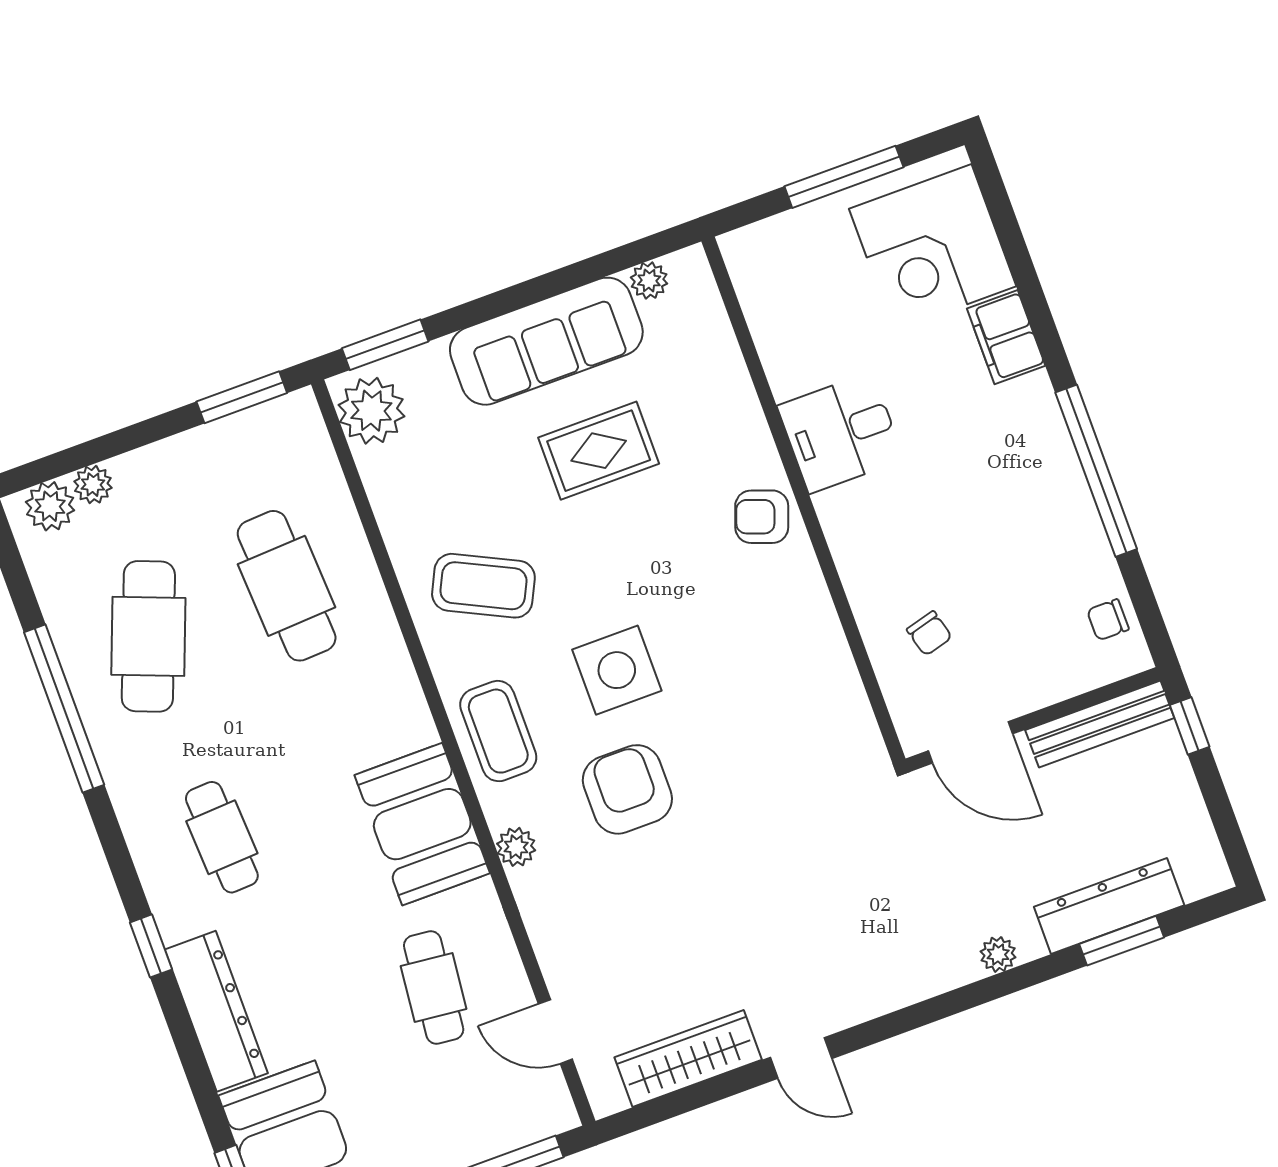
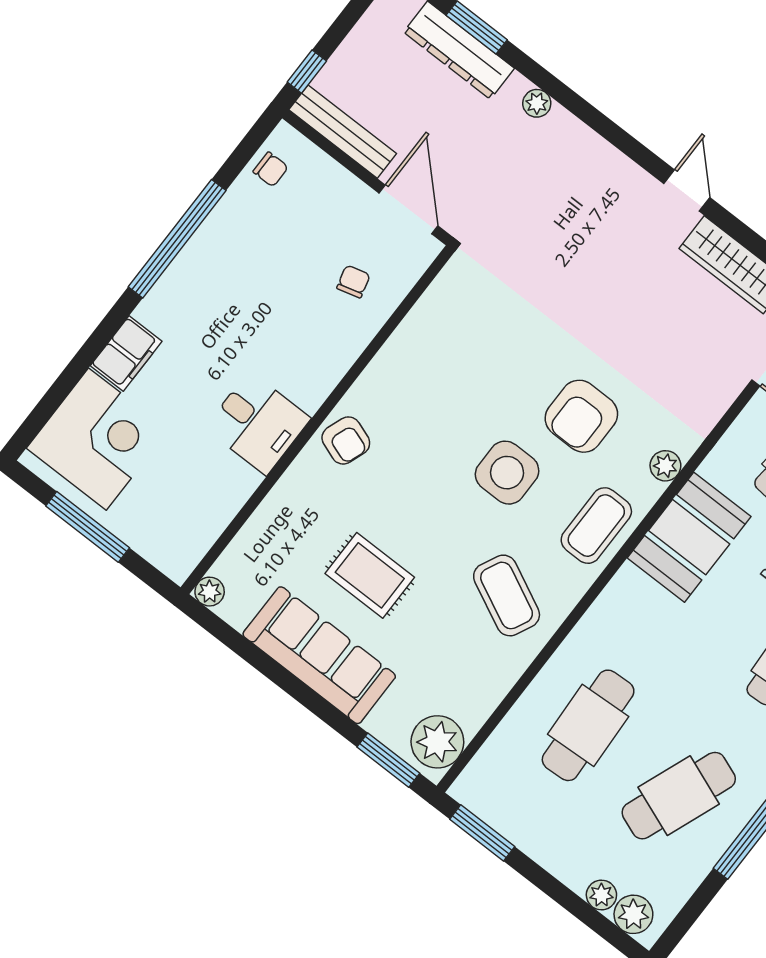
plant: (649, 280) -> (210, 592), moved

